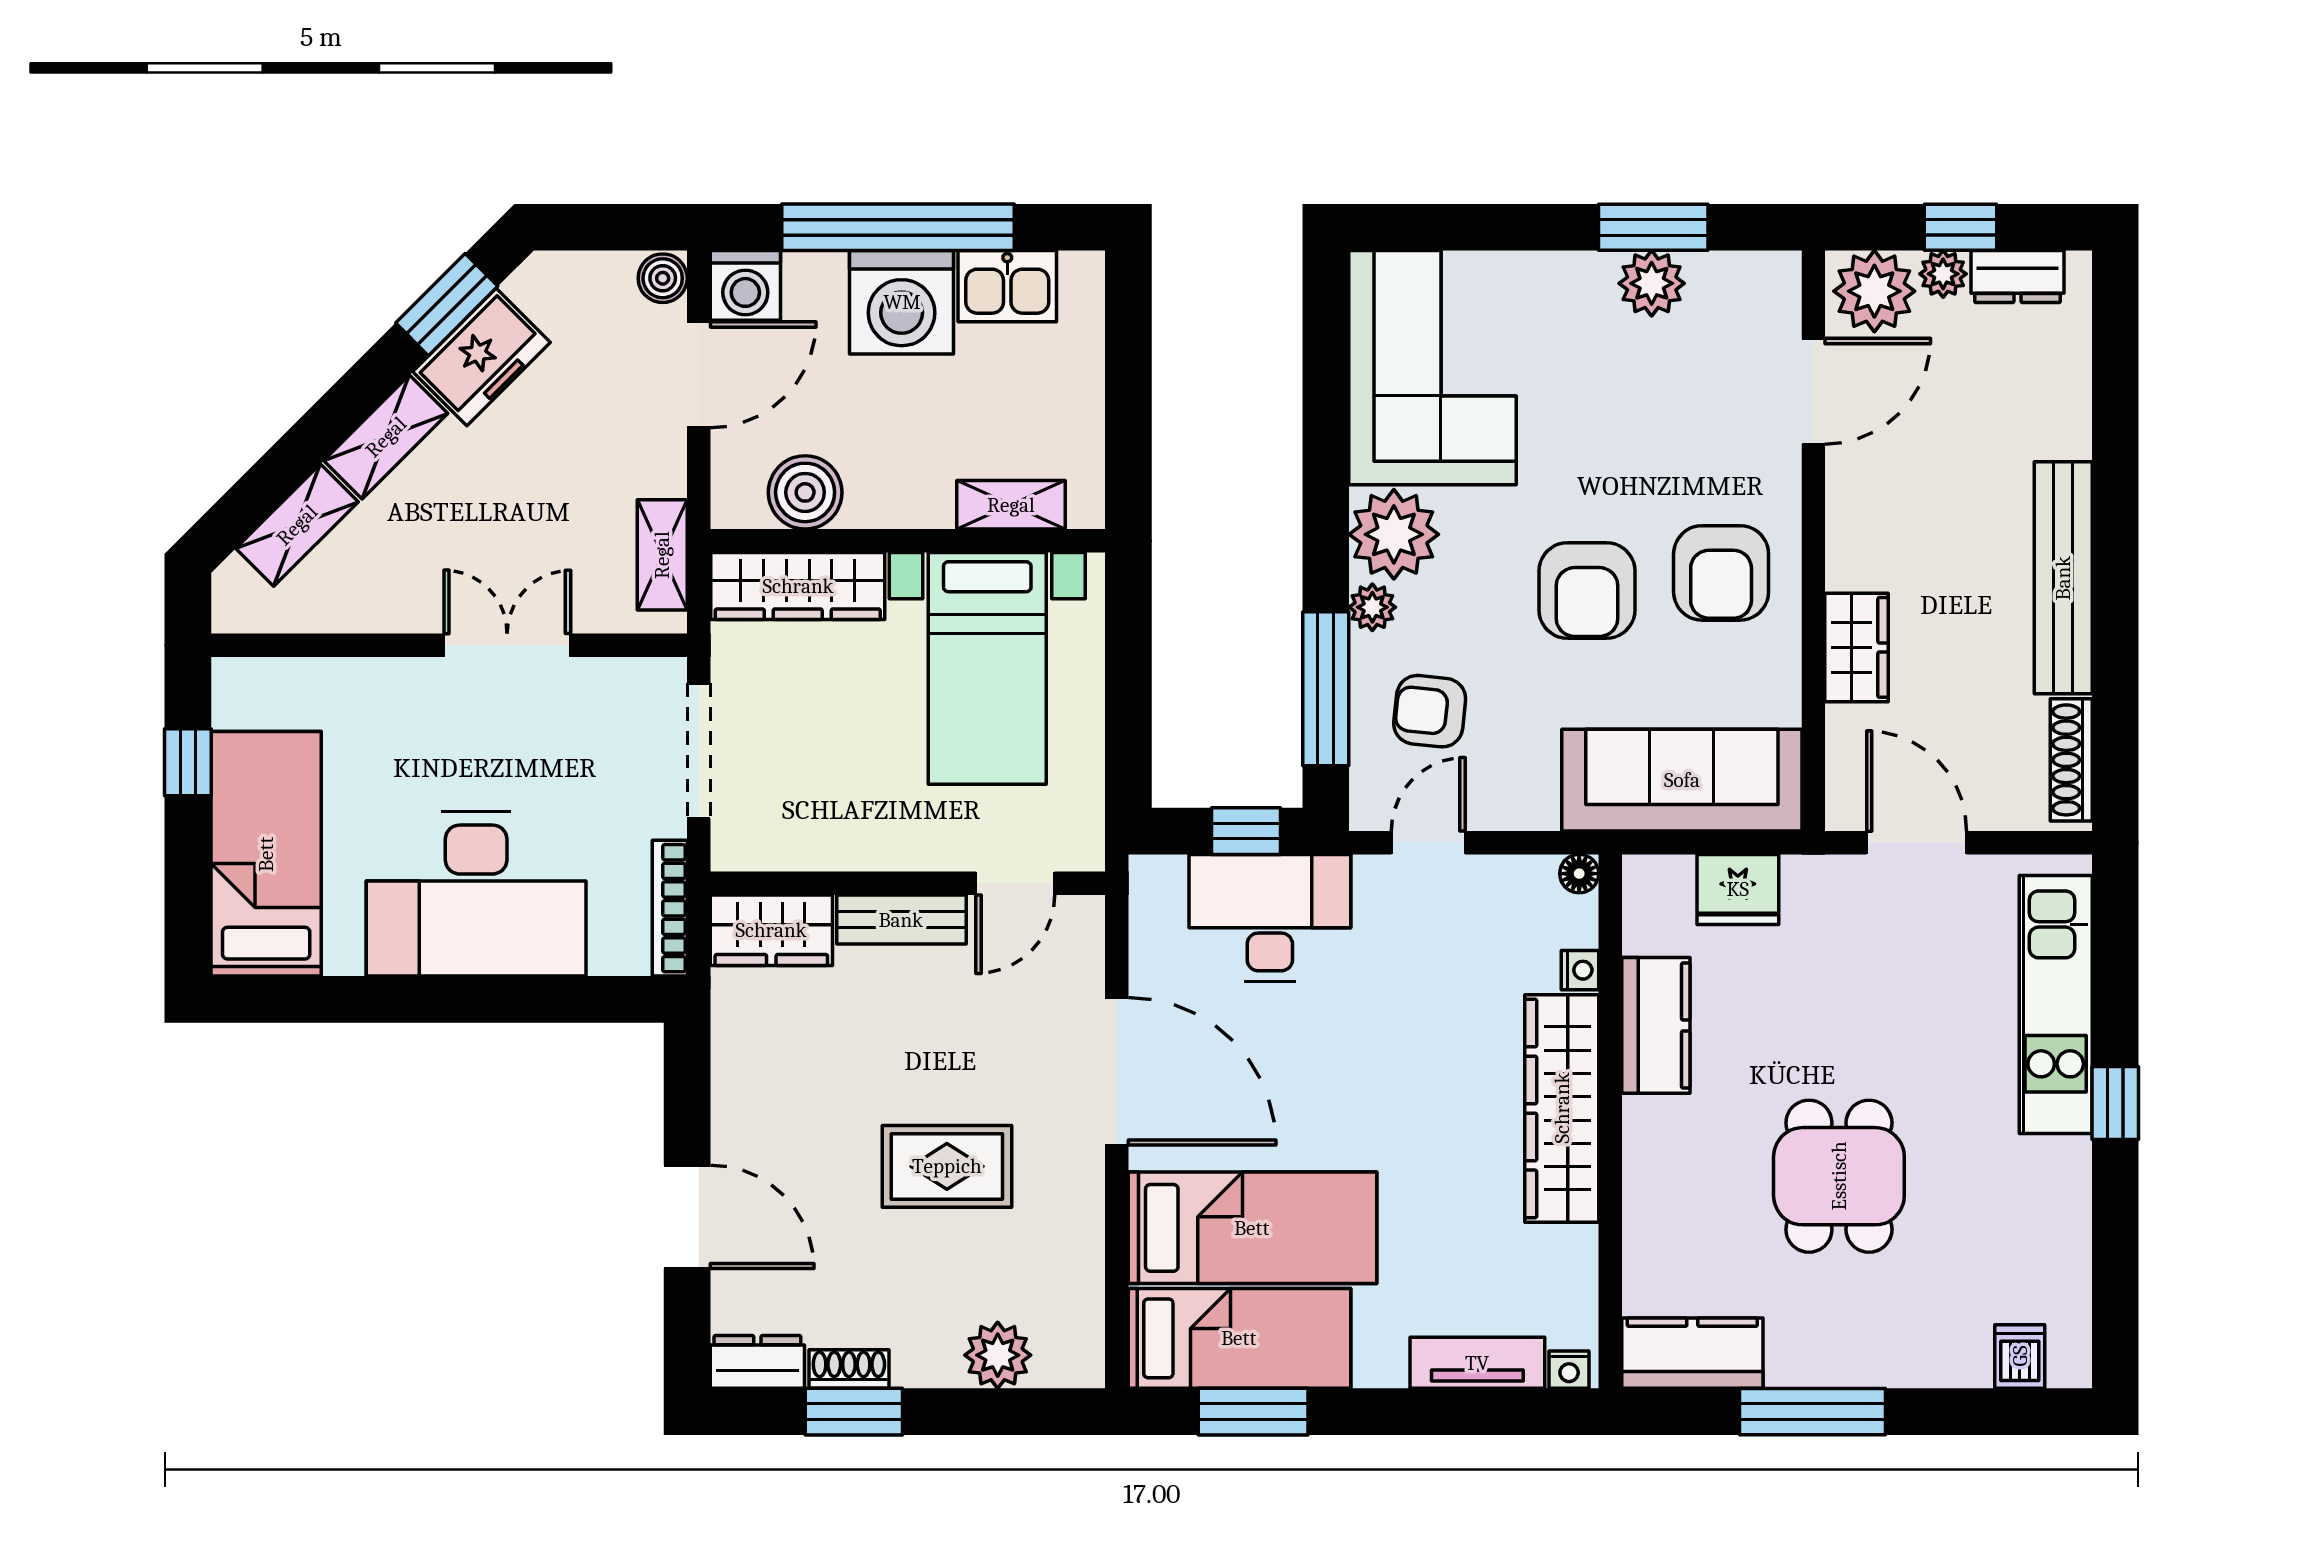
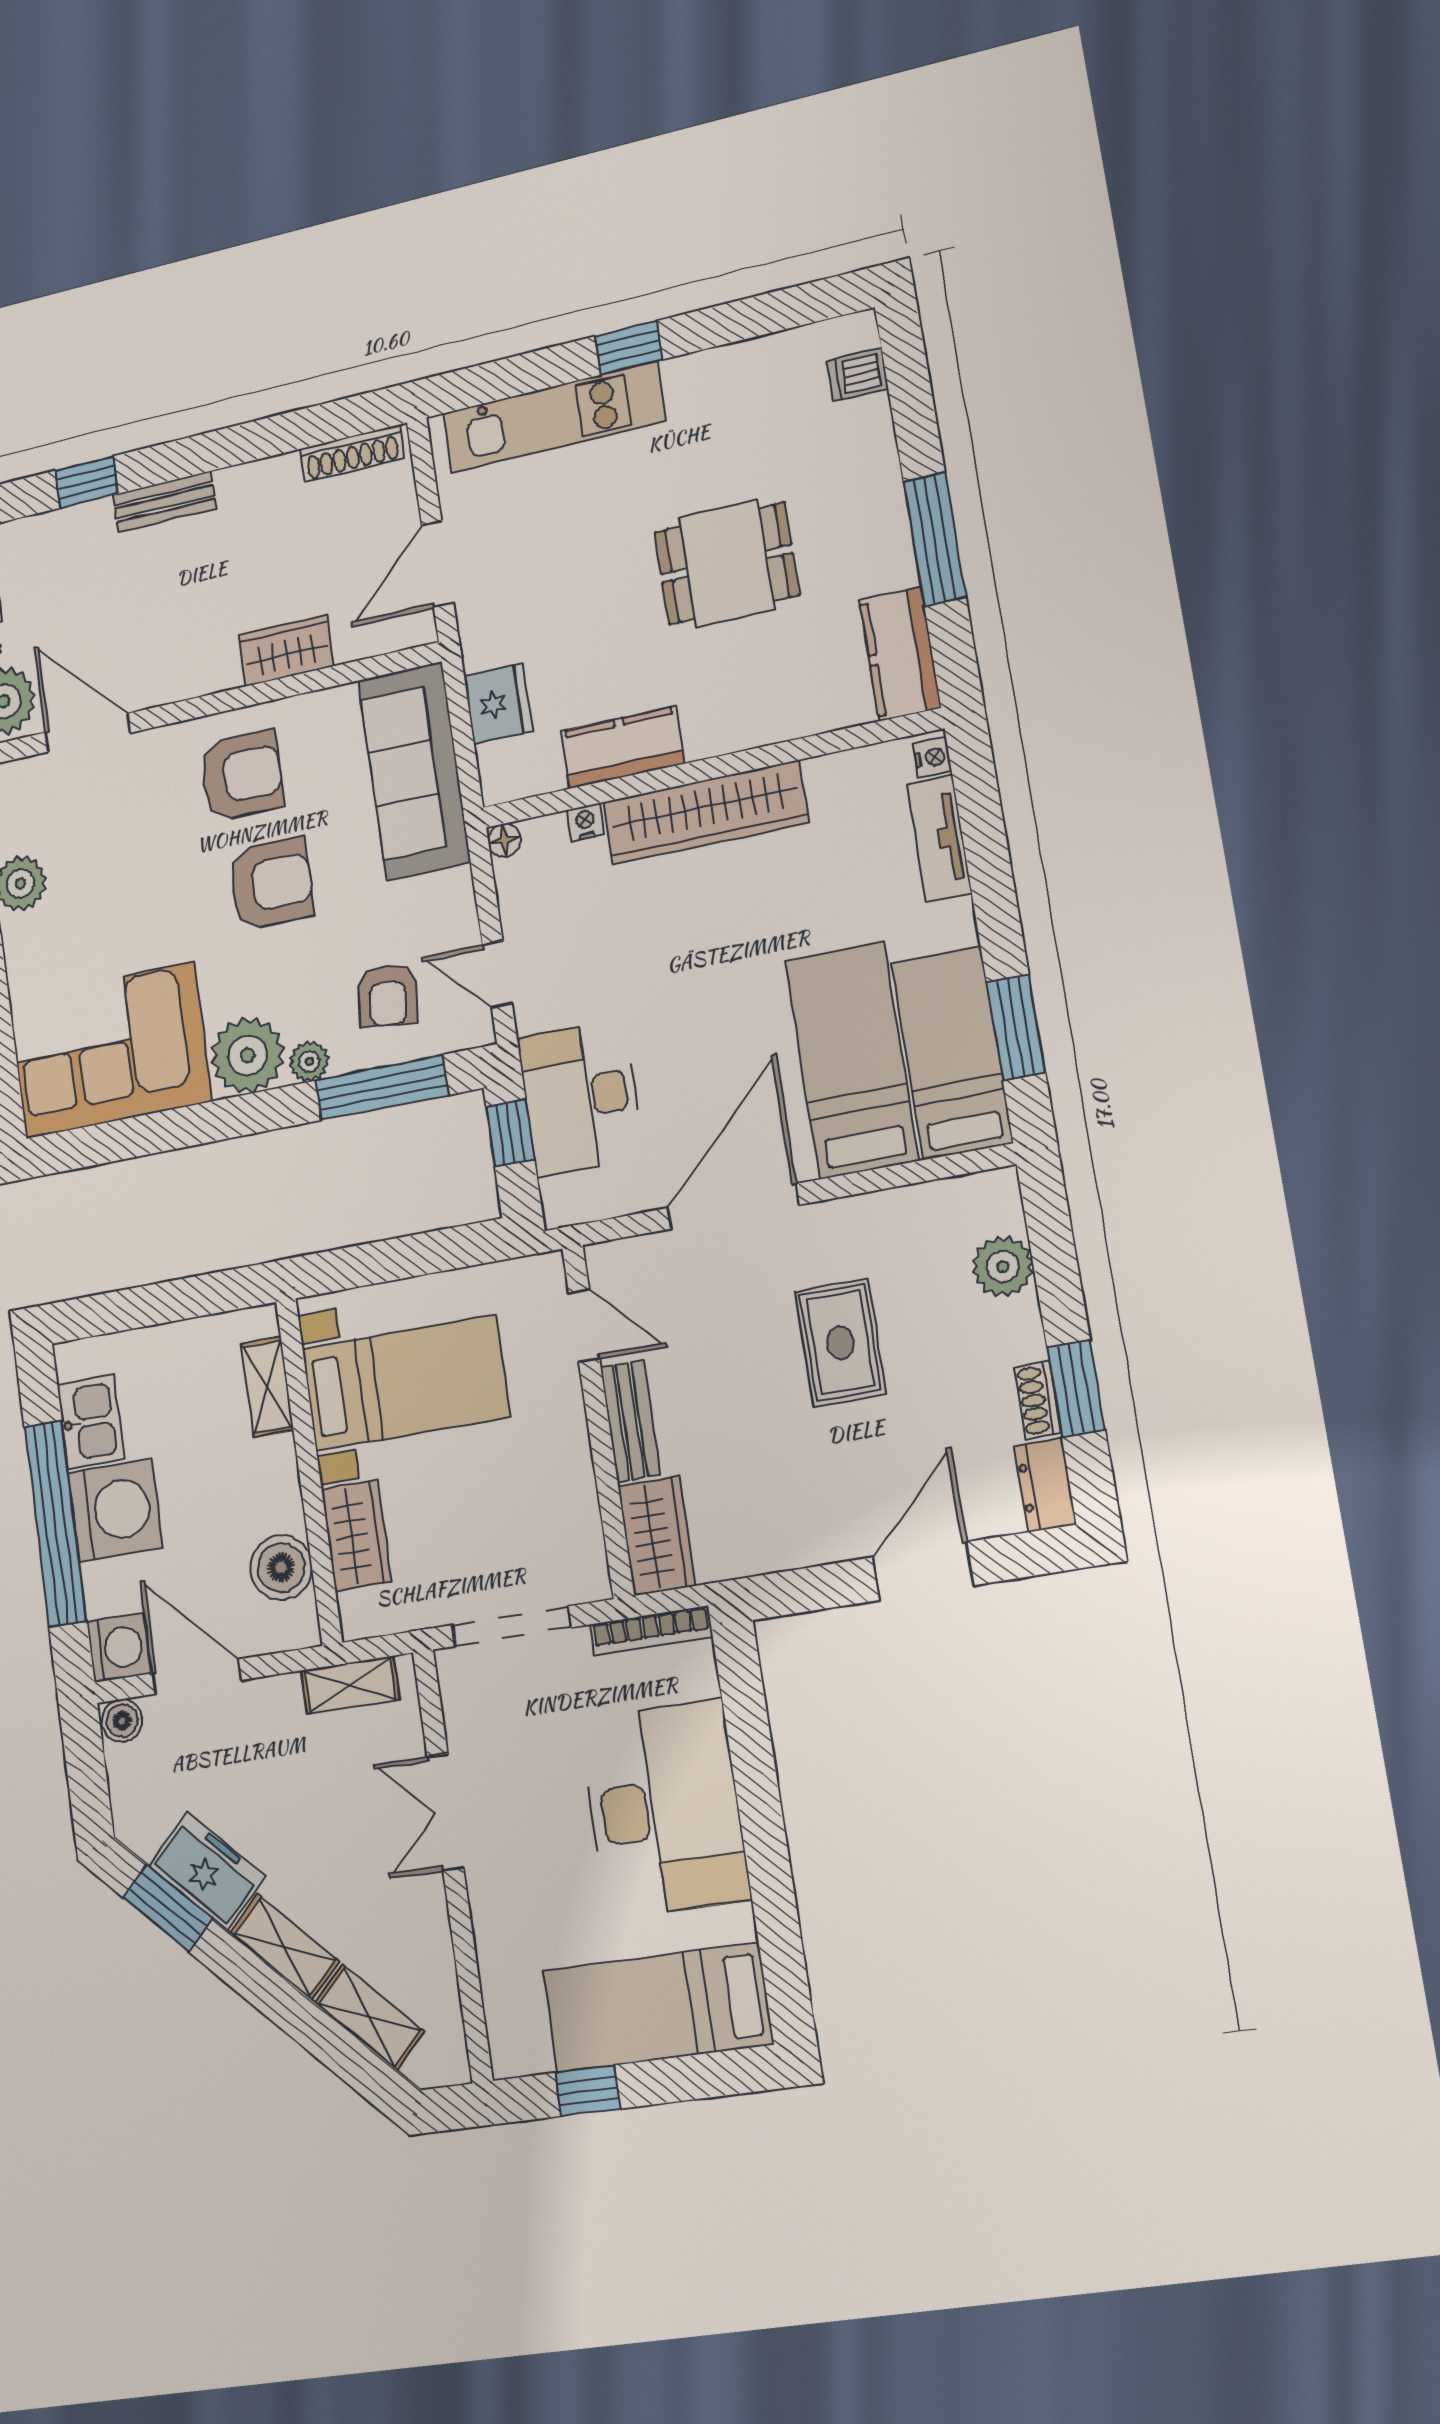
window: (2115, 431) -> (87, 482), added
bench: (2063, 578) -> (165, 502), width x0.54, depth x0.82
wardrobe: (798, 586) -> (356, 1536), width x0.67

